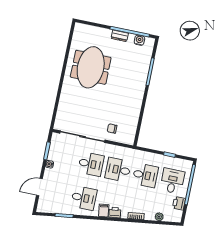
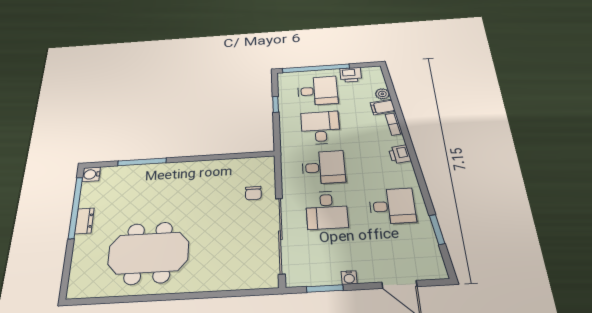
water cooler: (139, 40) -> (91, 174), moved
desk: (91, 164) -> (327, 210), turned 180
desk: (118, 170) -> (323, 167), turned -90
desk: (172, 181) -> (318, 91), turned 180
desk: (84, 198) -> (392, 206), turned 90
filing cabinet: (104, 211) -> (383, 107), moved

